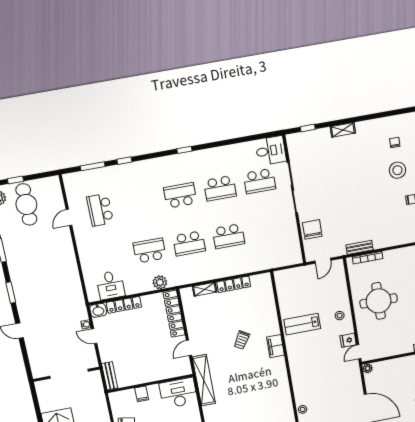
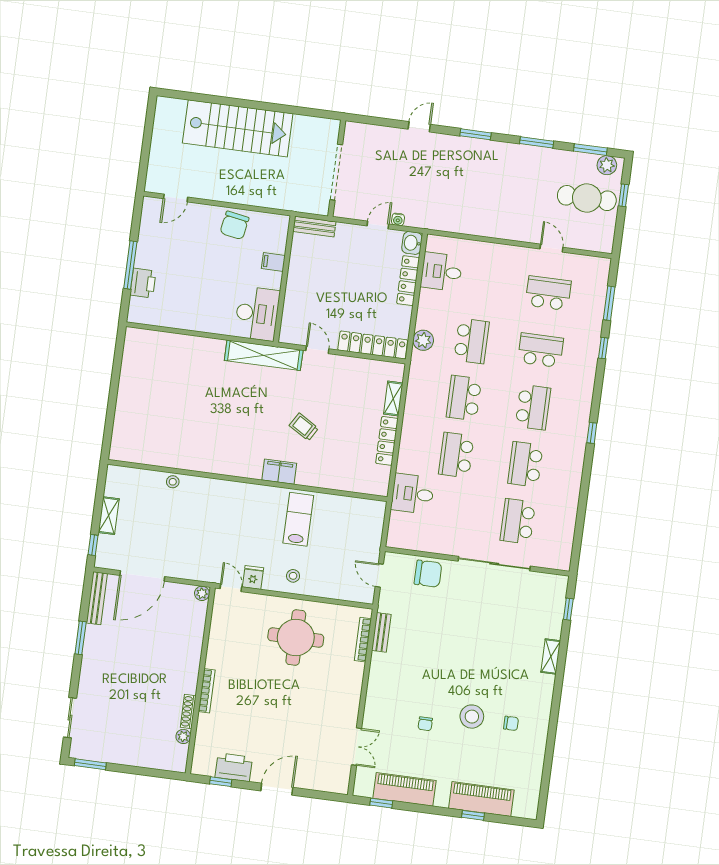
desk: (271, 151) -> (413, 494), moved, turned 90
school desk: (140, 203) -> (541, 350), added

